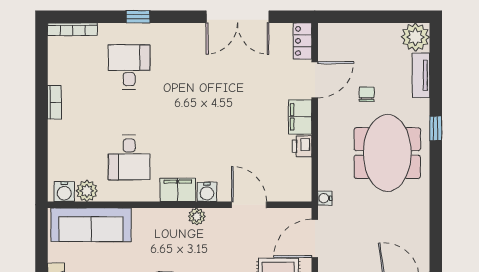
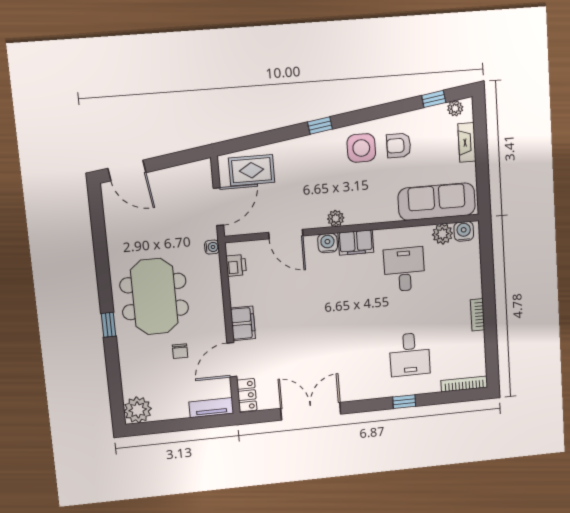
tv unit: (421, 75) -> (211, 408), moved, turned -90
printer: (302, 146) -> (236, 265), moved

